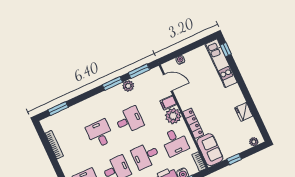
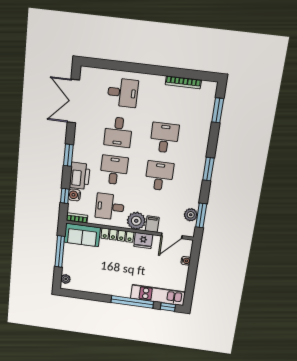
window: (239, 79) -> (132, 302), added
window: (112, 83) -> (208, 169), moved
plant: (128, 86) -> (191, 215), moved
fridge: (244, 112) -> (143, 240), moved, turned 180
desk: (129, 120) -> (159, 176), turned 180
desk: (100, 134) -> (164, 138), turned -90
window: (234, 159) -> (60, 251), width x2.17

